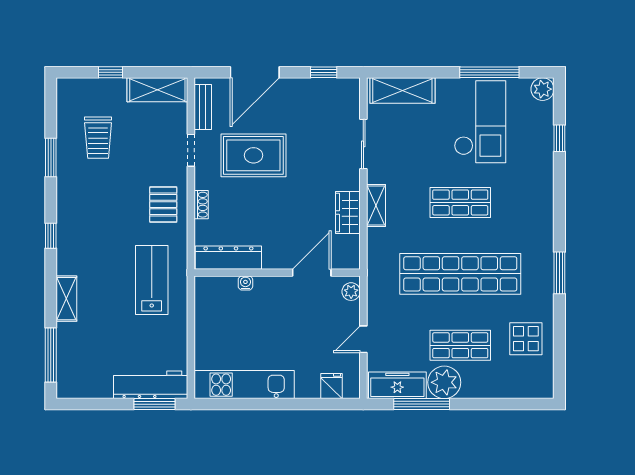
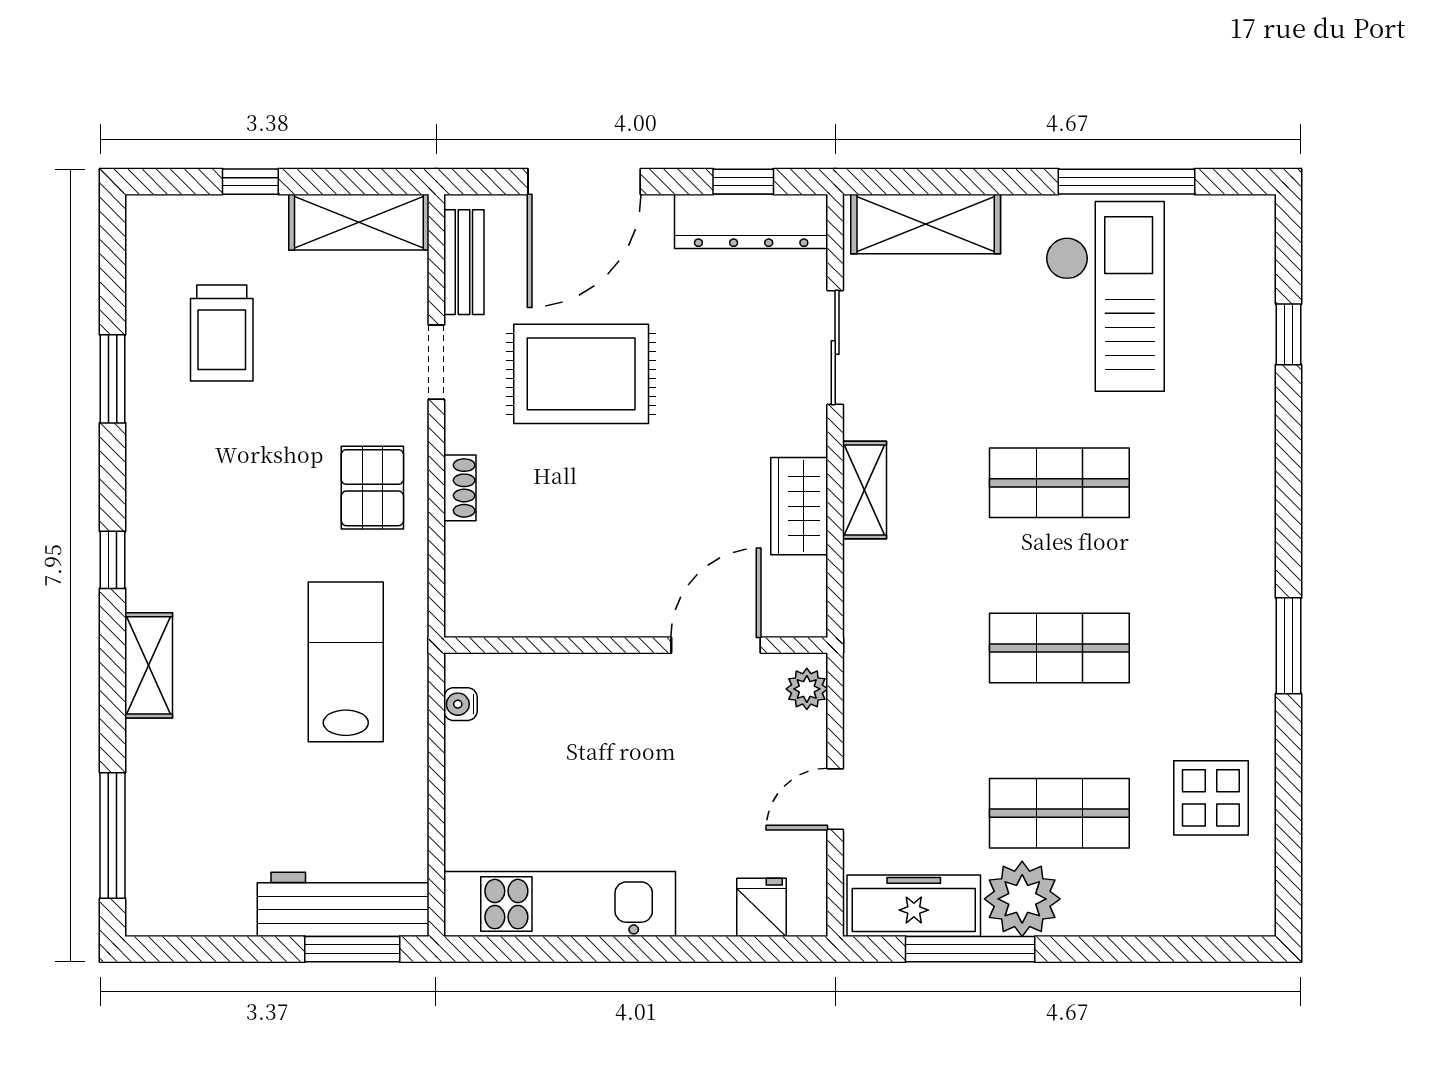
plant: (543, 89) -> (1250, 221), removed
dresser: (228, 258) -> (751, 221), moved, turned 180
shop shelf: (460, 274) -> (1059, 648), width x0.50, depth x0.74
water cooler: (245, 283) -> (460, 704), moved, turned -90
shelving: (66, 299) -> (149, 665), moved

